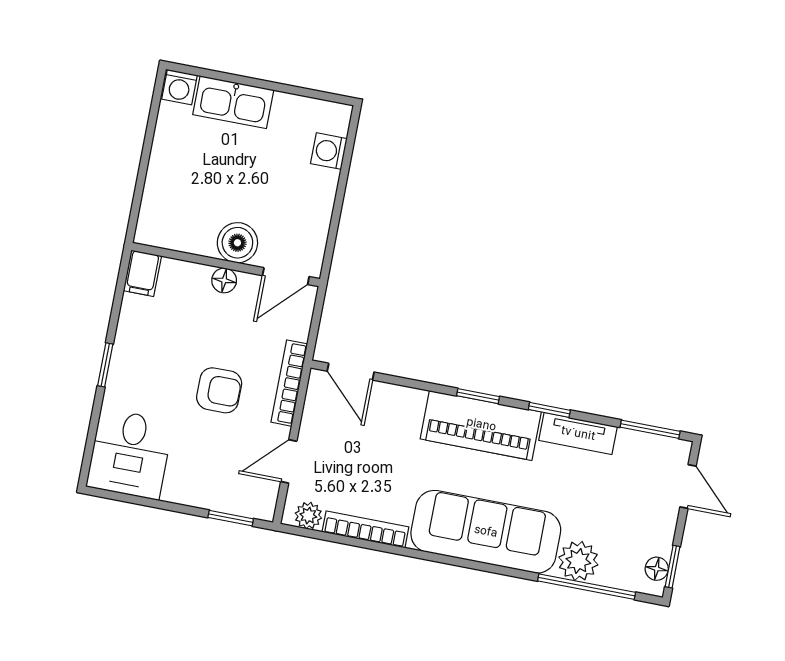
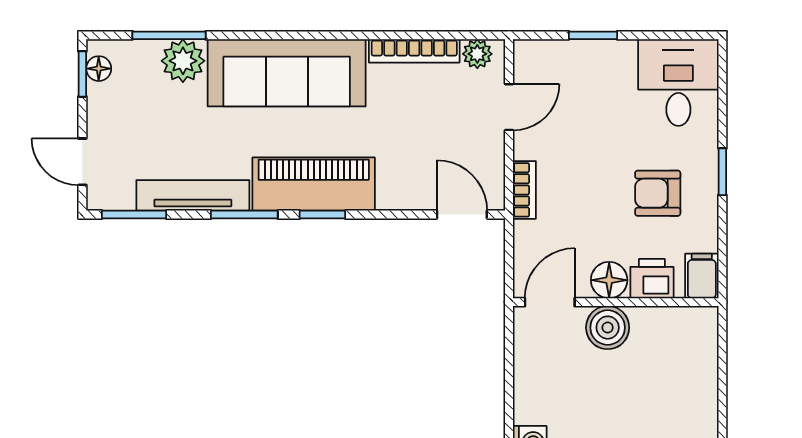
printer: (188, 280) -> (652, 279), added
floor lamp: (224, 280) -> (609, 280), width x1.37, depth x1.37
bookcase: (289, 383) -> (524, 190), width x0.64
armchair: (219, 390) -> (658, 193), moved
window: (549, 410) -> (244, 214), width x1.50
tv unit: (578, 434) -> (193, 195), width x1.41
window: (231, 518) -> (593, 35), moved
window: (587, 587) -> (169, 35), width x0.69

